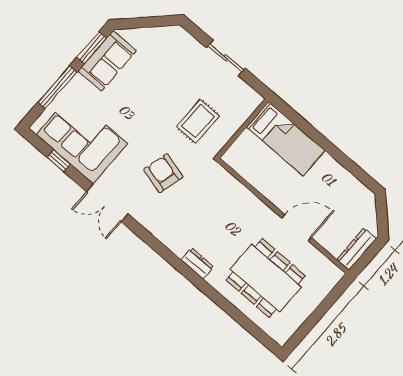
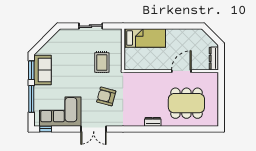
window: (59, 161) -> (46, 129), moved

